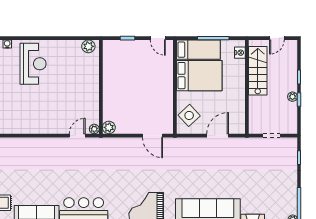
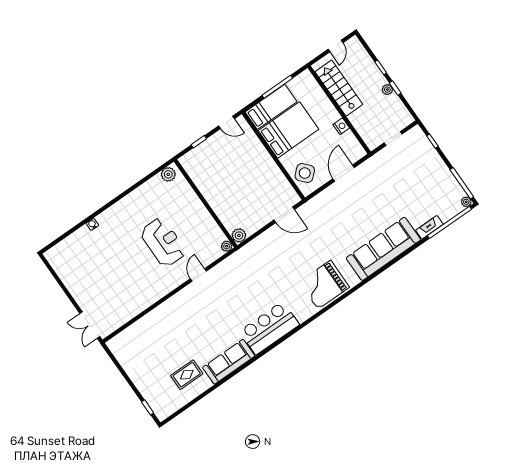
nightstand: (240, 53) -> (341, 126), moved
reception desk: (33, 64) -> (163, 242), moved
door: (77, 136) -> (198, 275), moved

